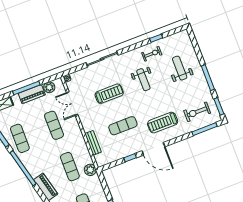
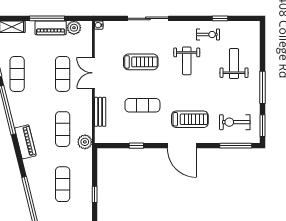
double door: (72, 104) -> (93, 73), moved
treadmill: (163, 123) -> (190, 119), turned 180
door: (153, 149) -> (182, 146), moved

